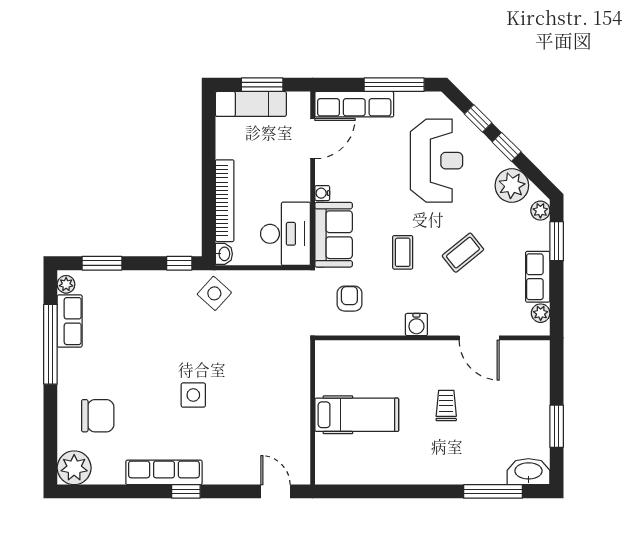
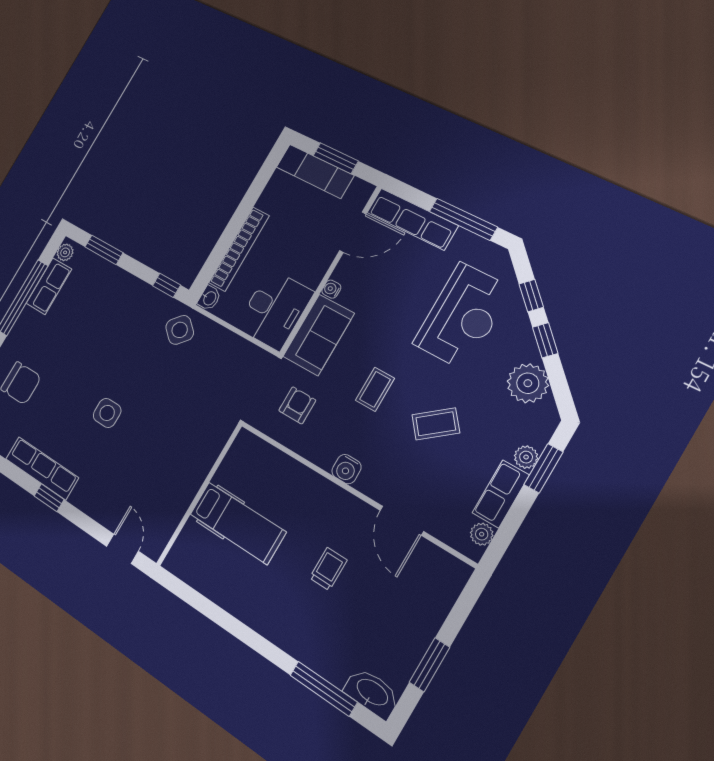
plant: (540, 211) -> (526, 457), moved

